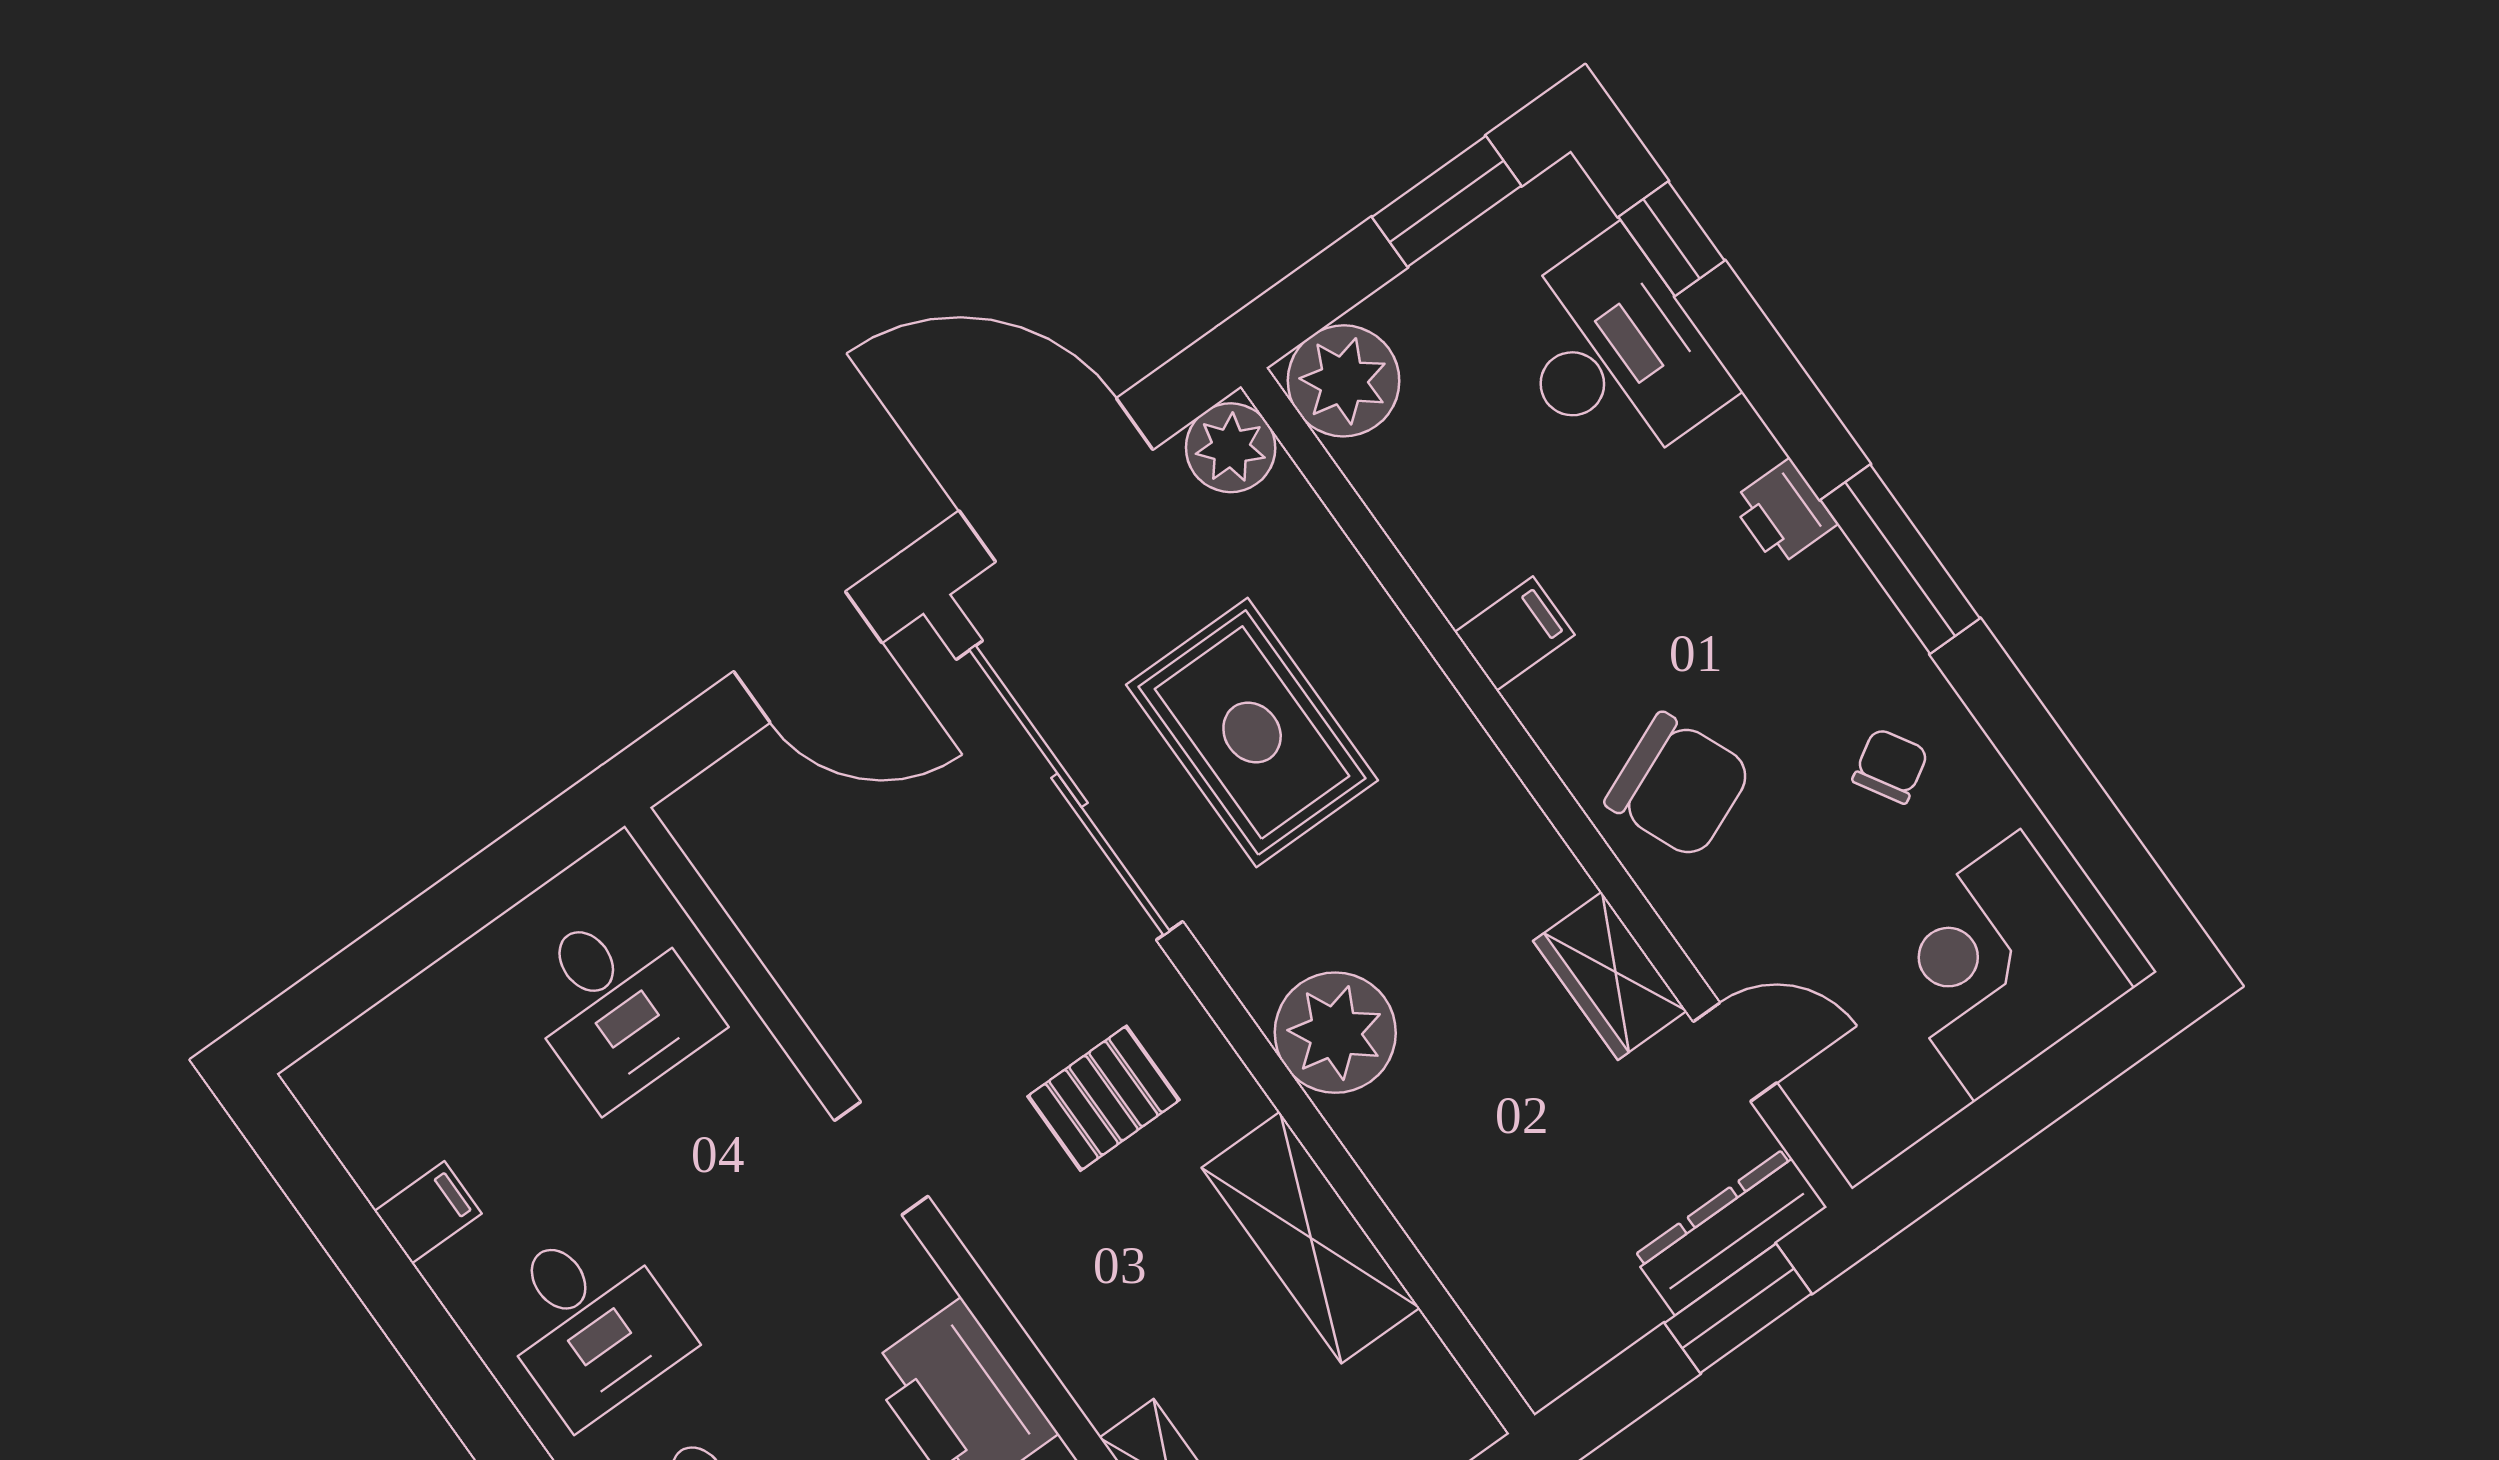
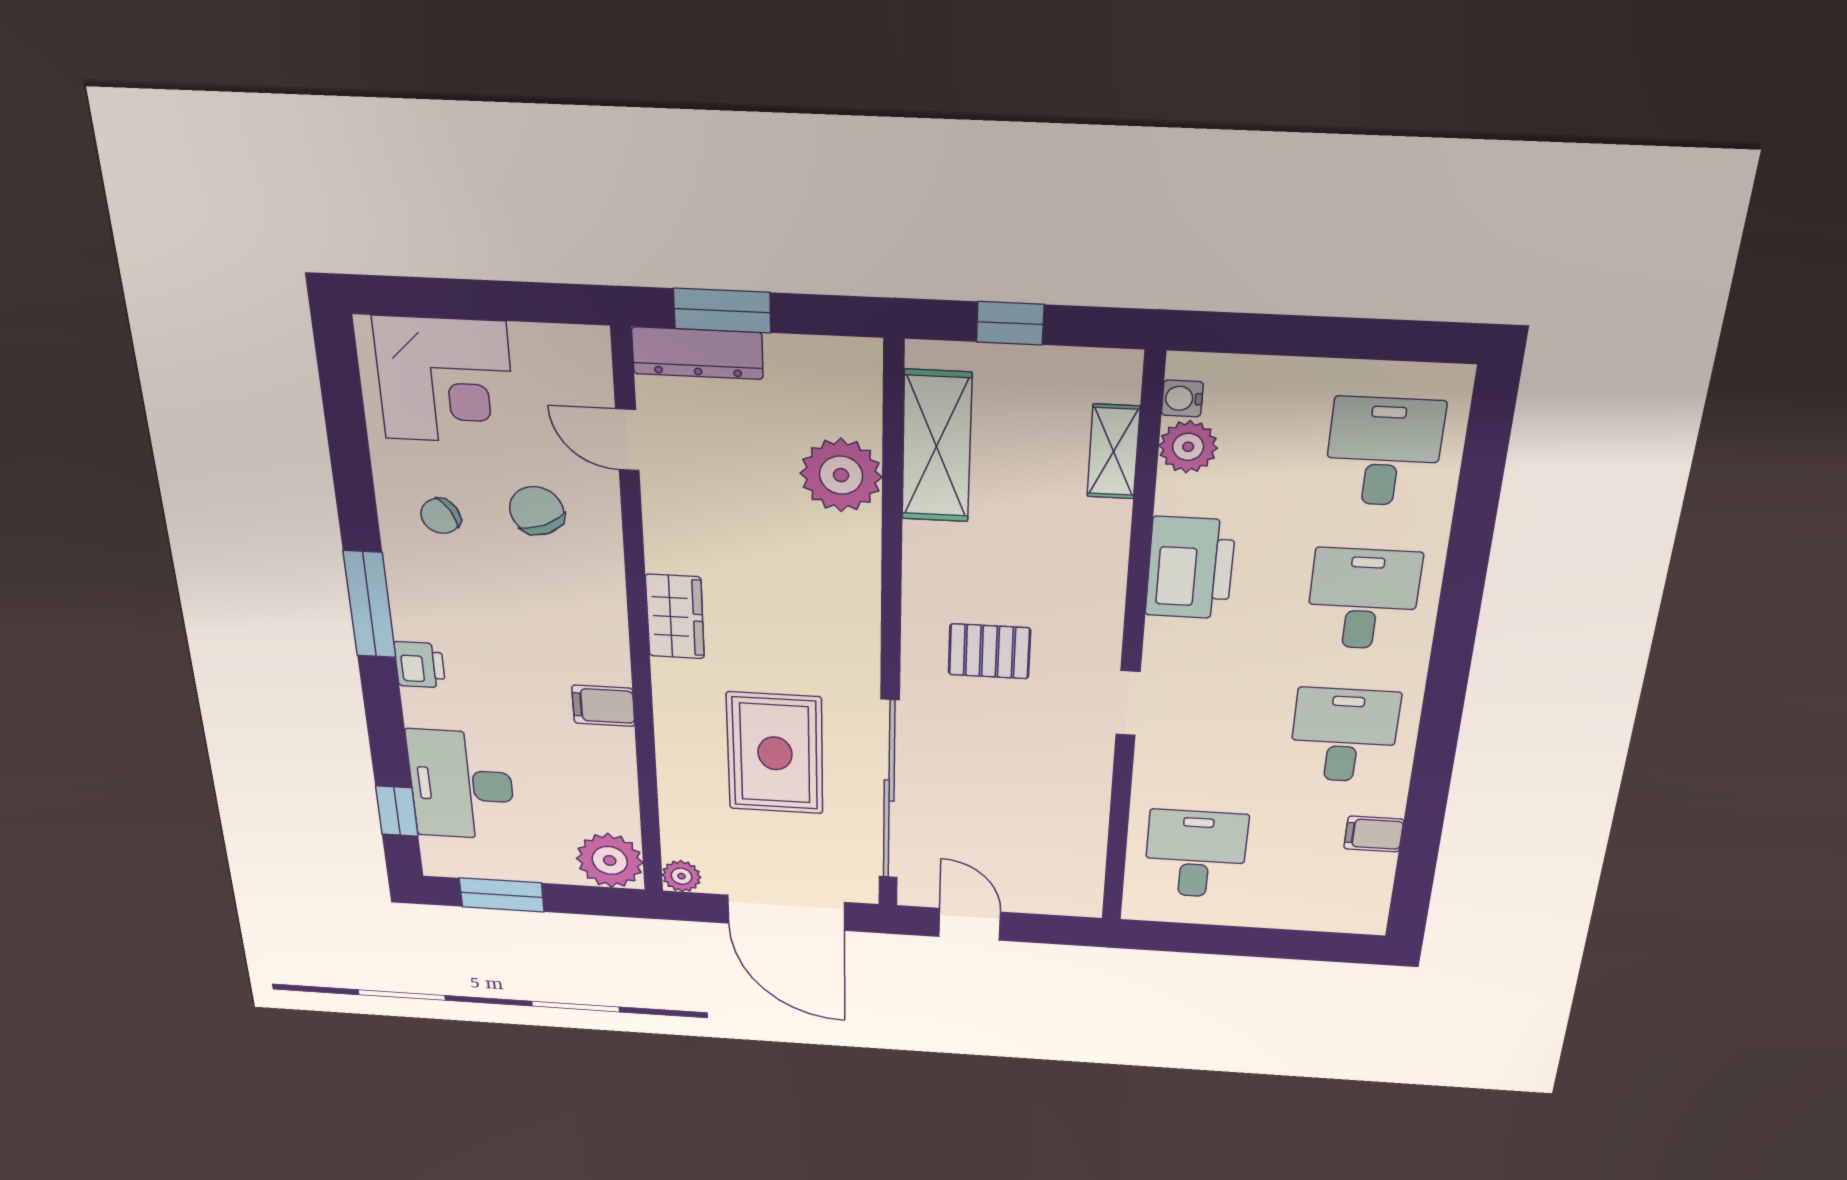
plant: (1231, 448) -> (681, 876), width x0.73, depth x0.73
door: (808, 657) -> (970, 924), width x0.73
chair: (1679, 786) -> (537, 511), moved, width x0.73, depth x0.73
wardrobe: (1610, 976) -> (675, 617), moved
plant: (1335, 1033) -> (841, 475), moved
shelving: (1311, 1238) -> (937, 447), moved

